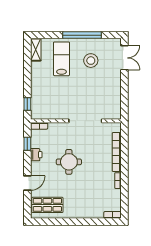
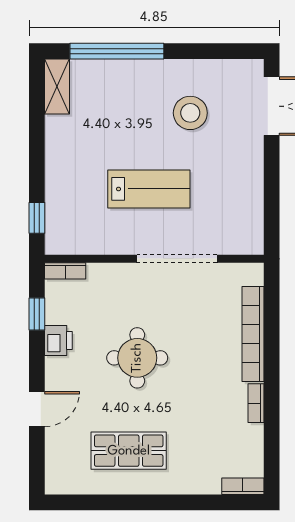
window: (82, 35) -> (117, 51), moved
lab bench: (62, 59) -> (149, 189), moved, turned 90
shop shelf: (47, 205) -> (129, 451), moved

